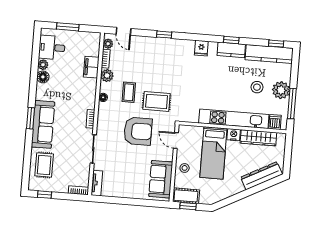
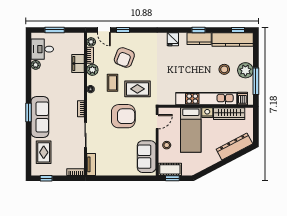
window: (164, 35) -> (123, 30), moved
armchair: (144, 64) -> (124, 57), added
floor lamp: (43, 77) -> (36, 75), removed
door: (176, 141) -> (157, 122), swing flipped

